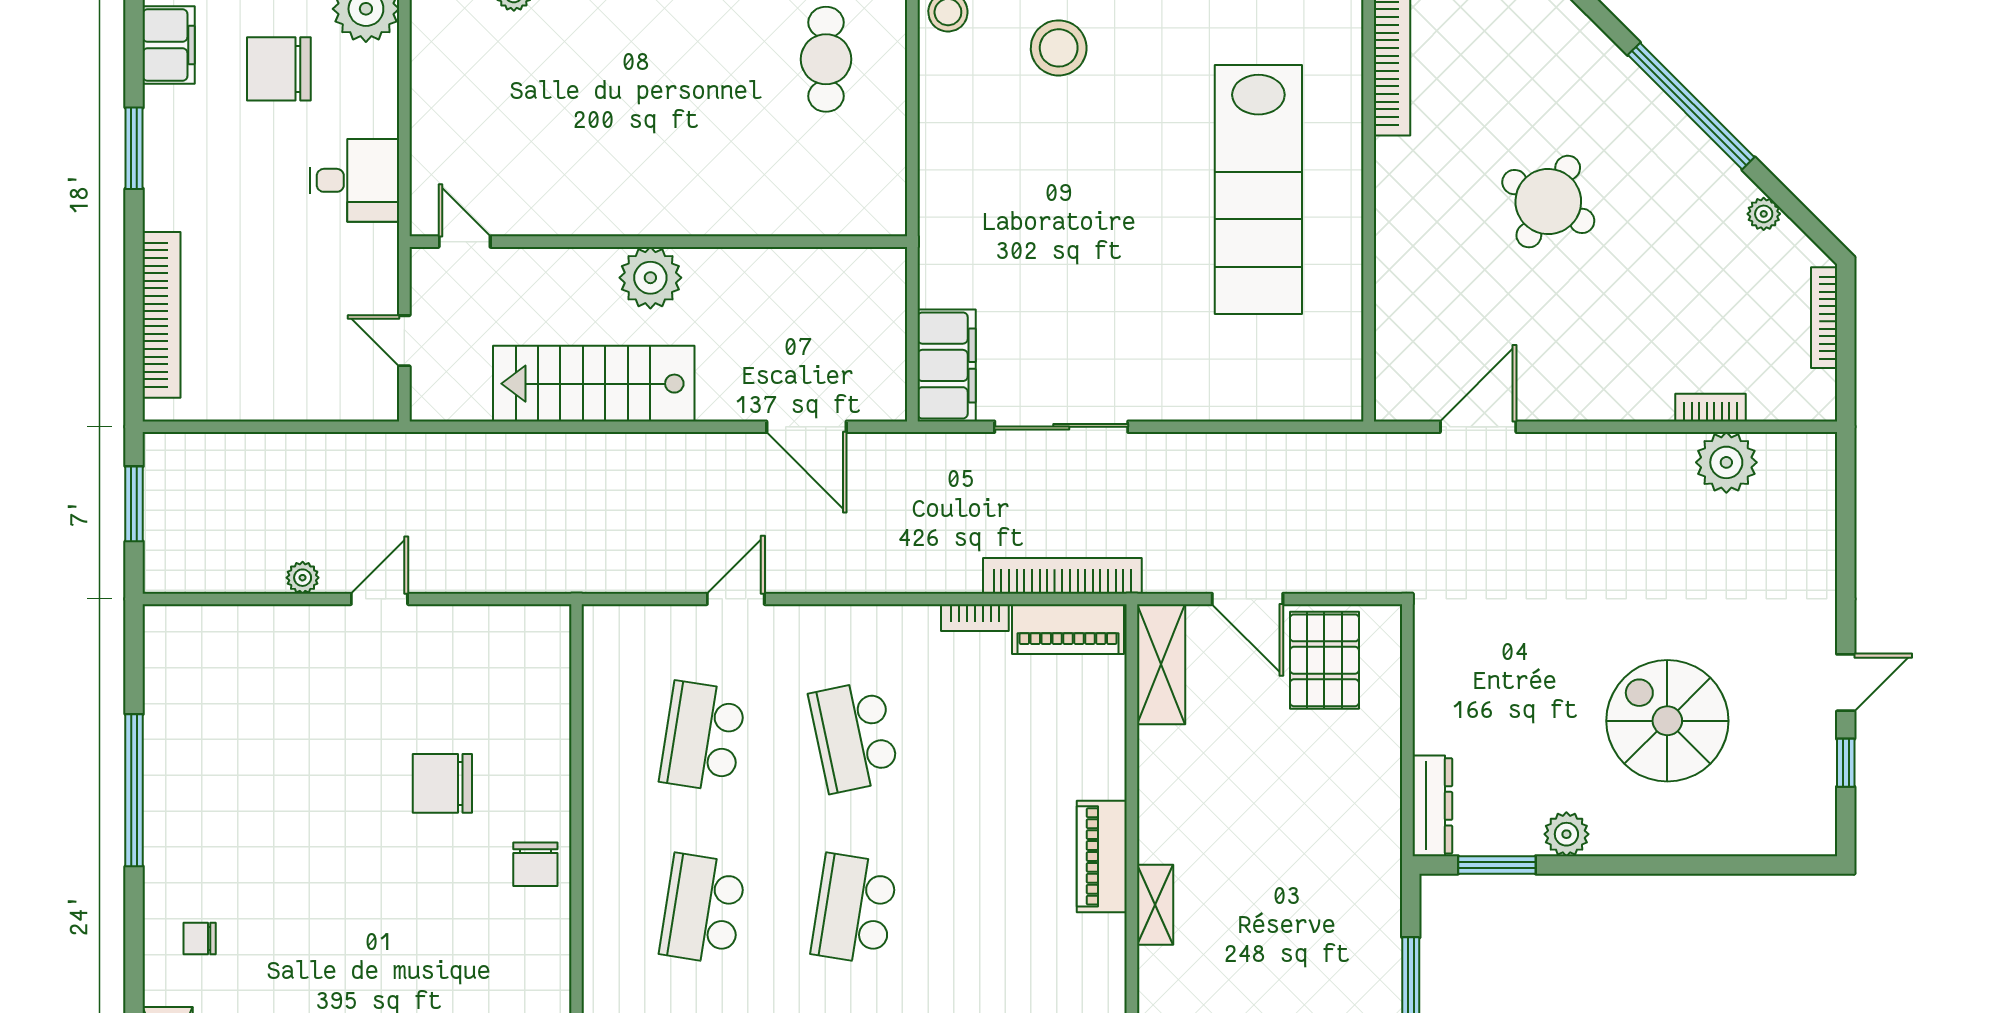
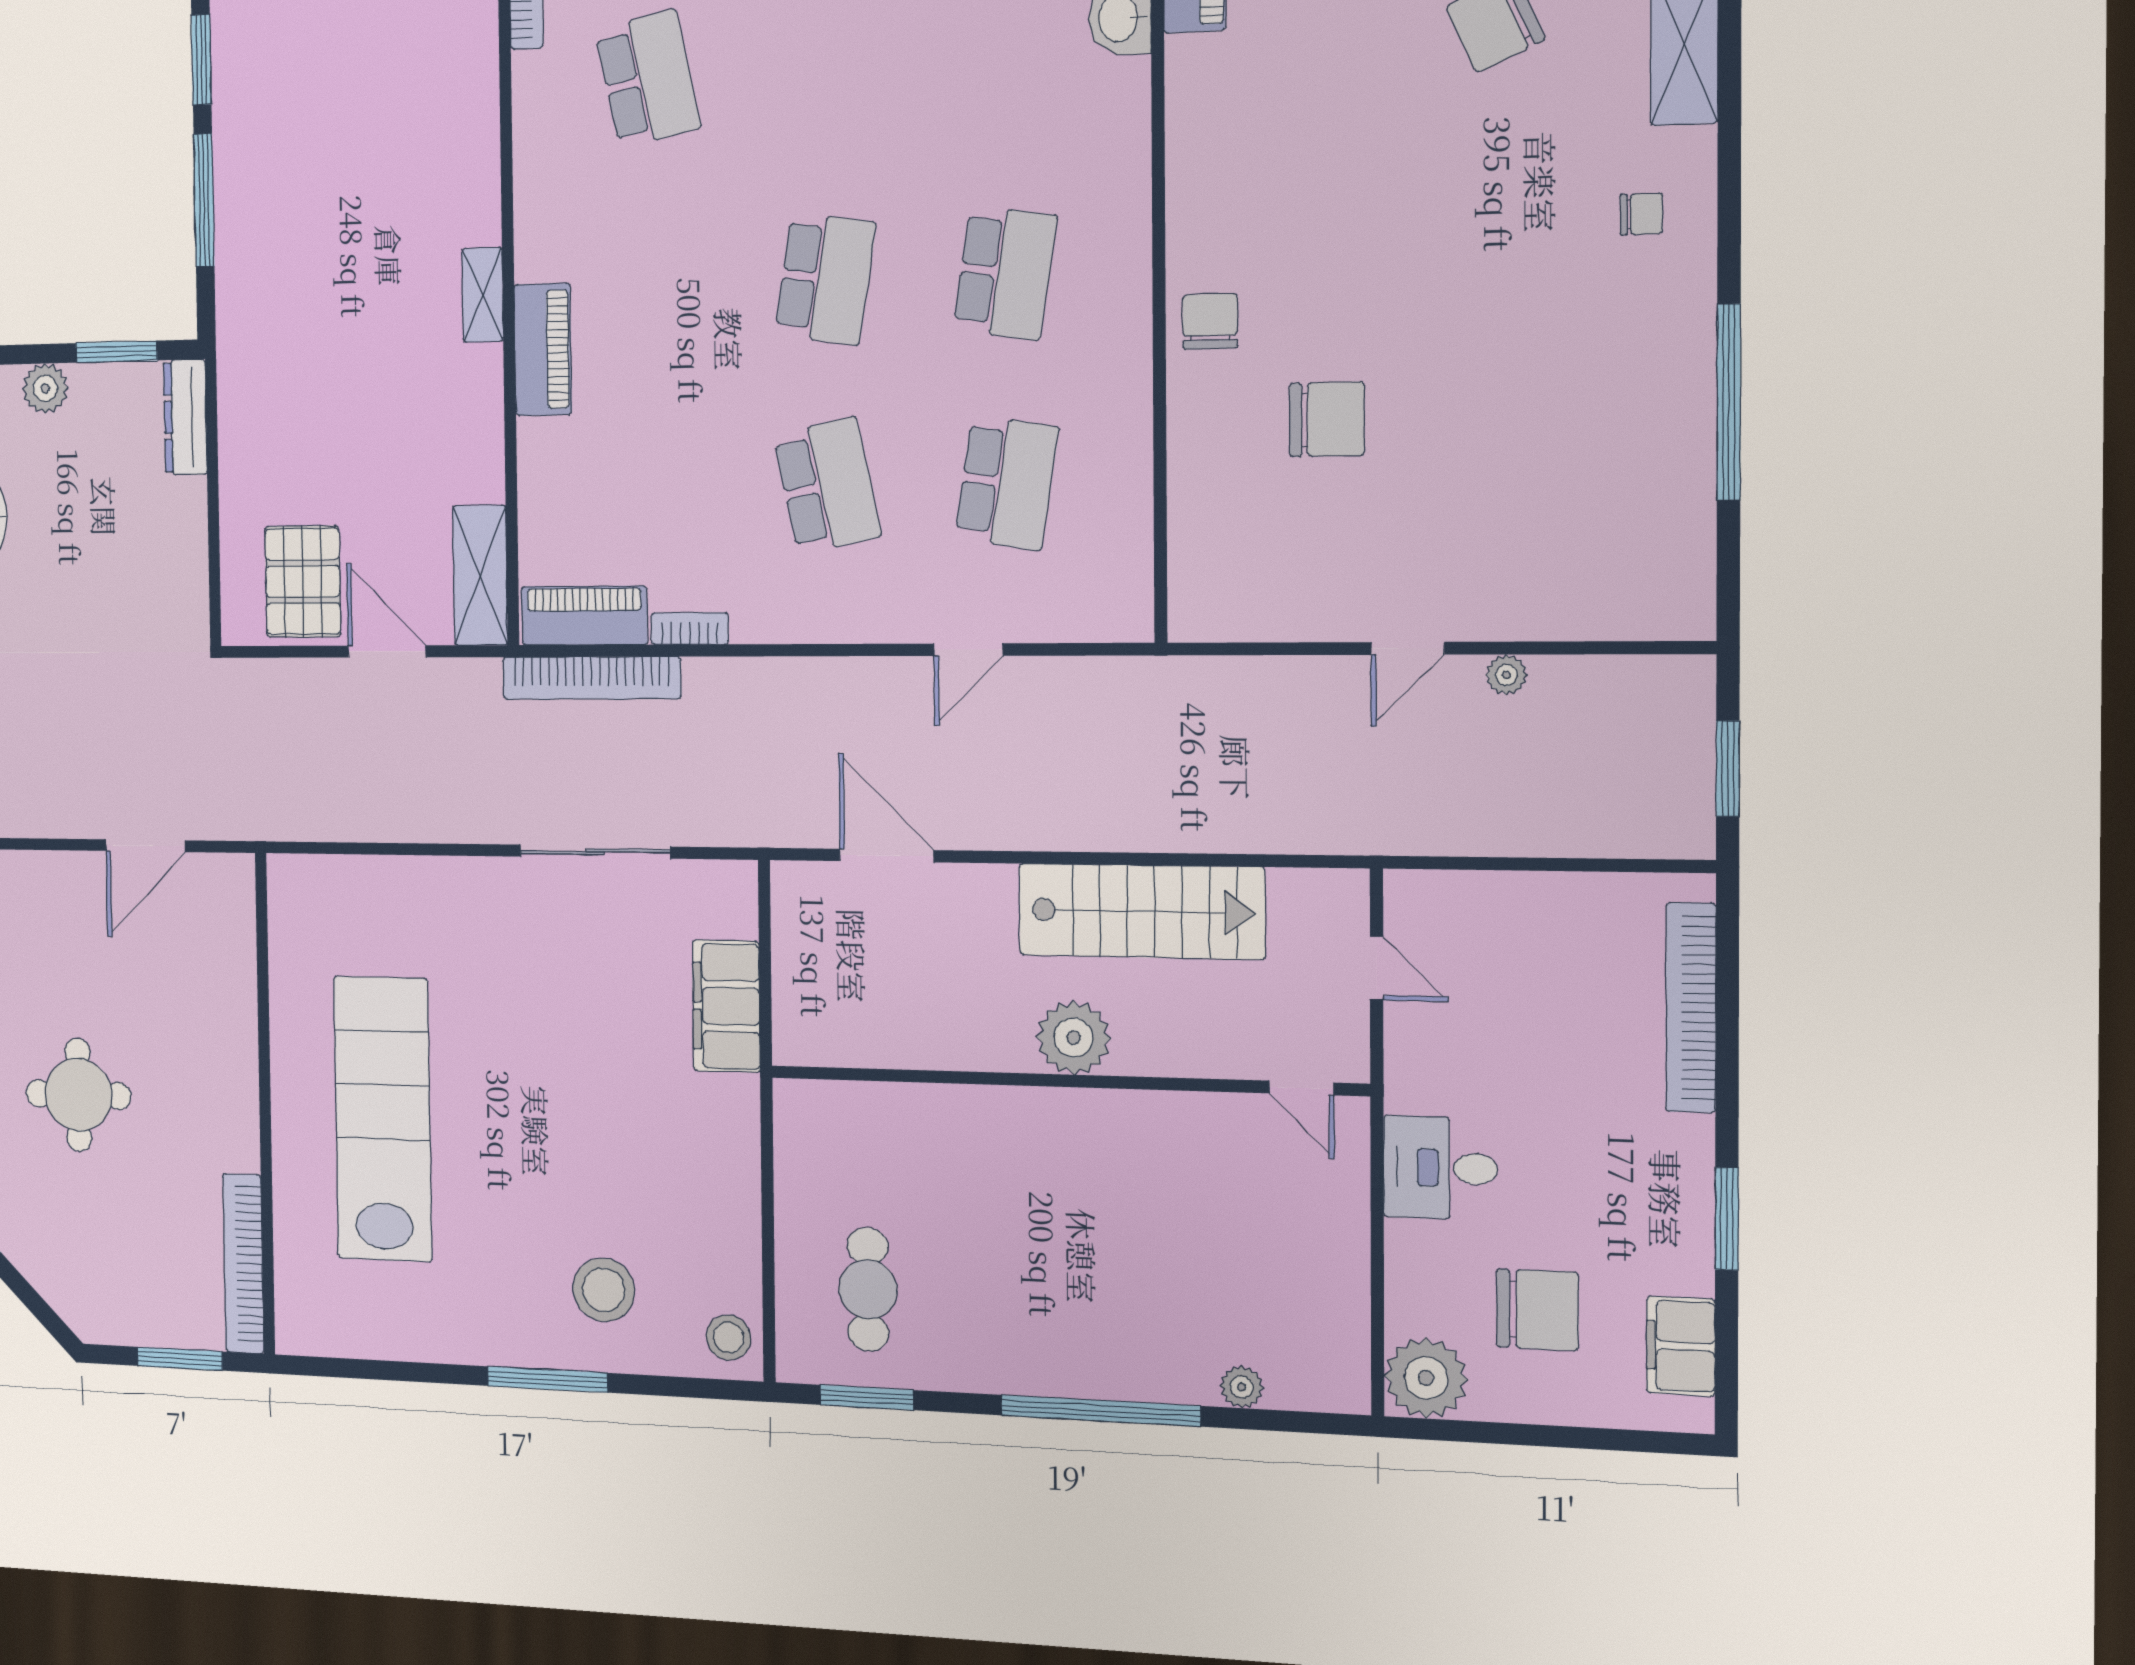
round table: (1548, 202) -> (78, 1095), turned -30
filing cabinet: (947, 365) -> (726, 1006), moved

